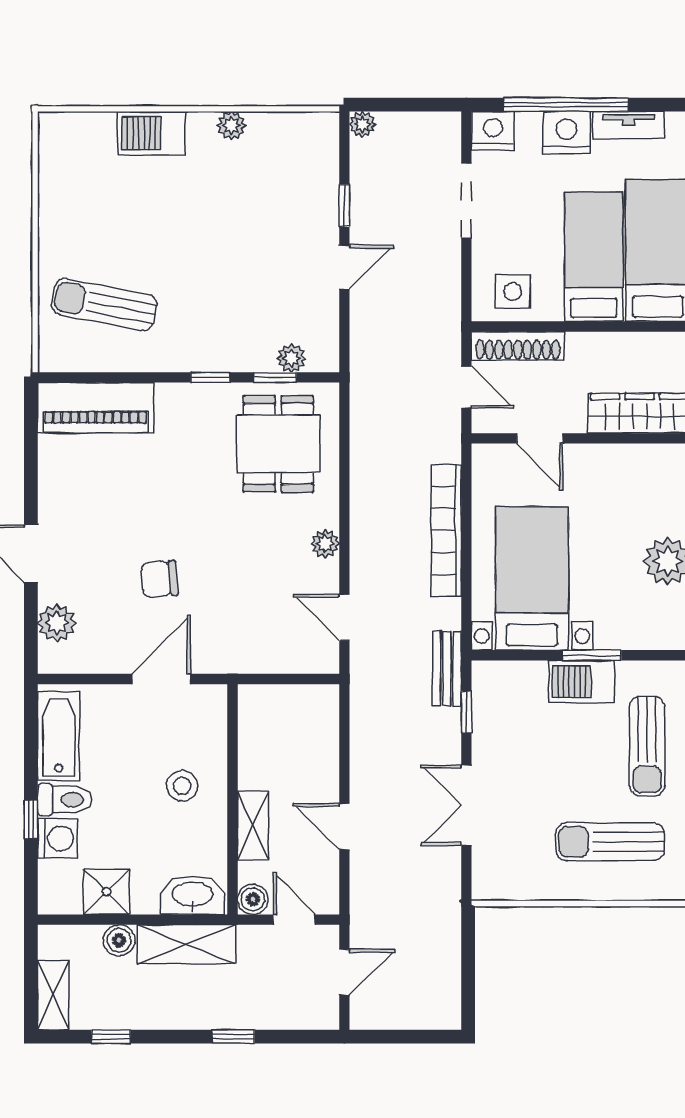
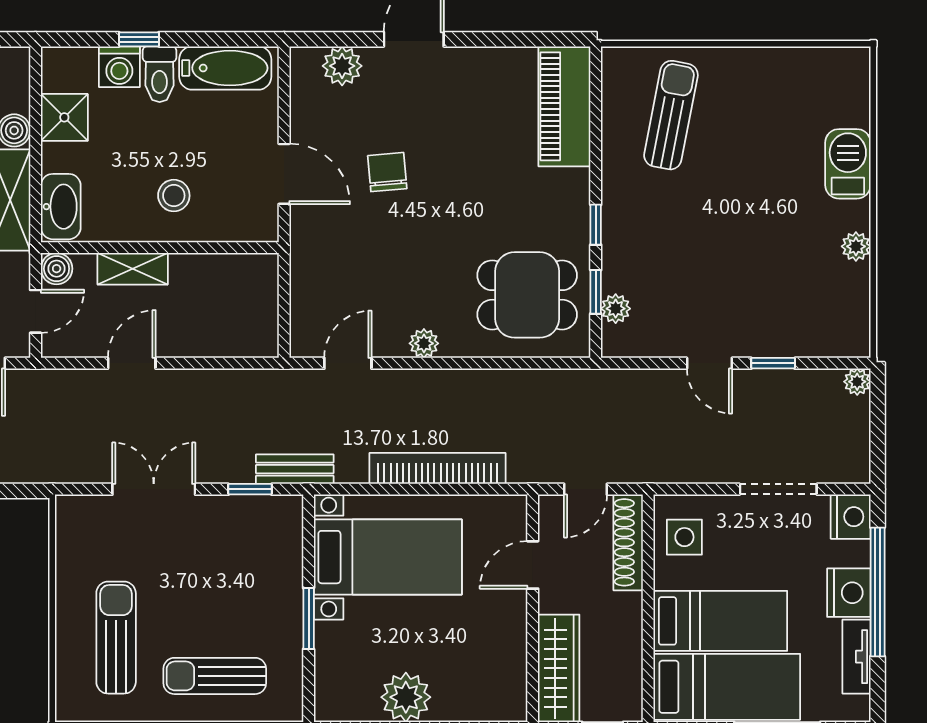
barbecue: (581, 682) -> (281, 608), removed

